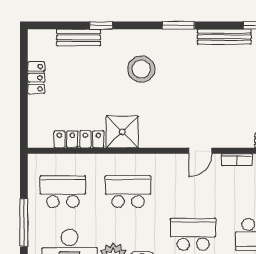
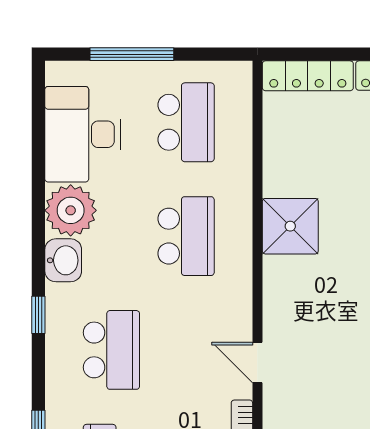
locker: (79, 139) -> (308, 76), moved, turned 90

